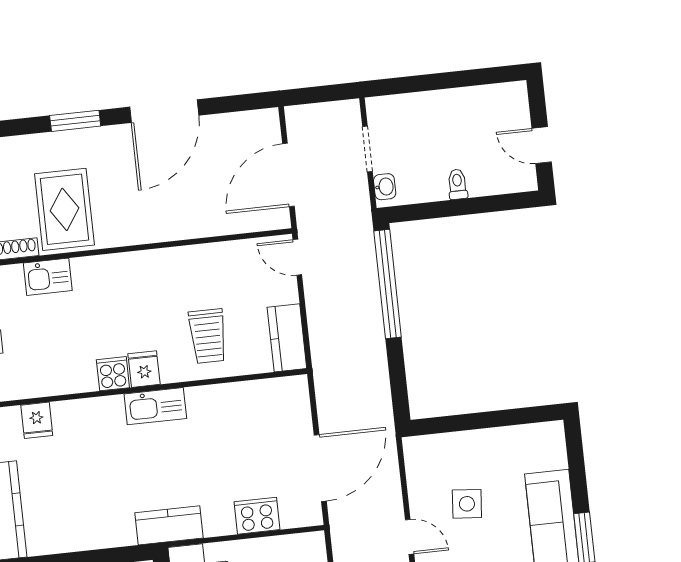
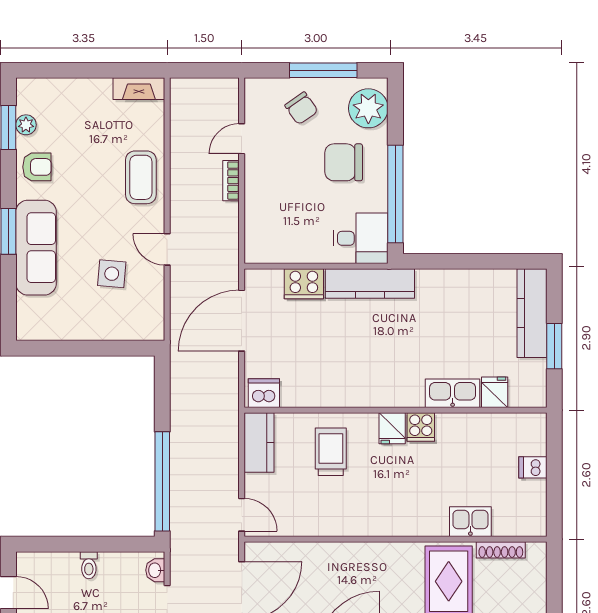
dishwasher: (287, 392) -> (264, 393), added
kitchen sink: (155, 406) -> (453, 393), moved
kitchen counter: (169, 525) -> (370, 284), width x1.50

